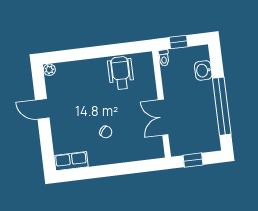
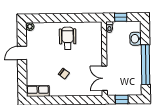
wheelchair: (121, 73) -> (68, 38), moved
door: (42, 109) -> (22, 53), hinge flipped
double door: (163, 117) -> (105, 78), moved

